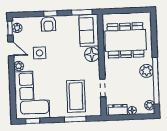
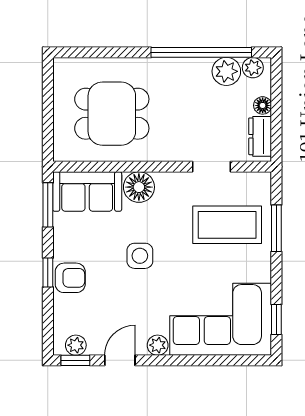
dining table: (126, 40) -> (112, 114), width x0.73
side table: (40, 53) -> (140, 256), moved
plant: (146, 71) -> (226, 71), moved

